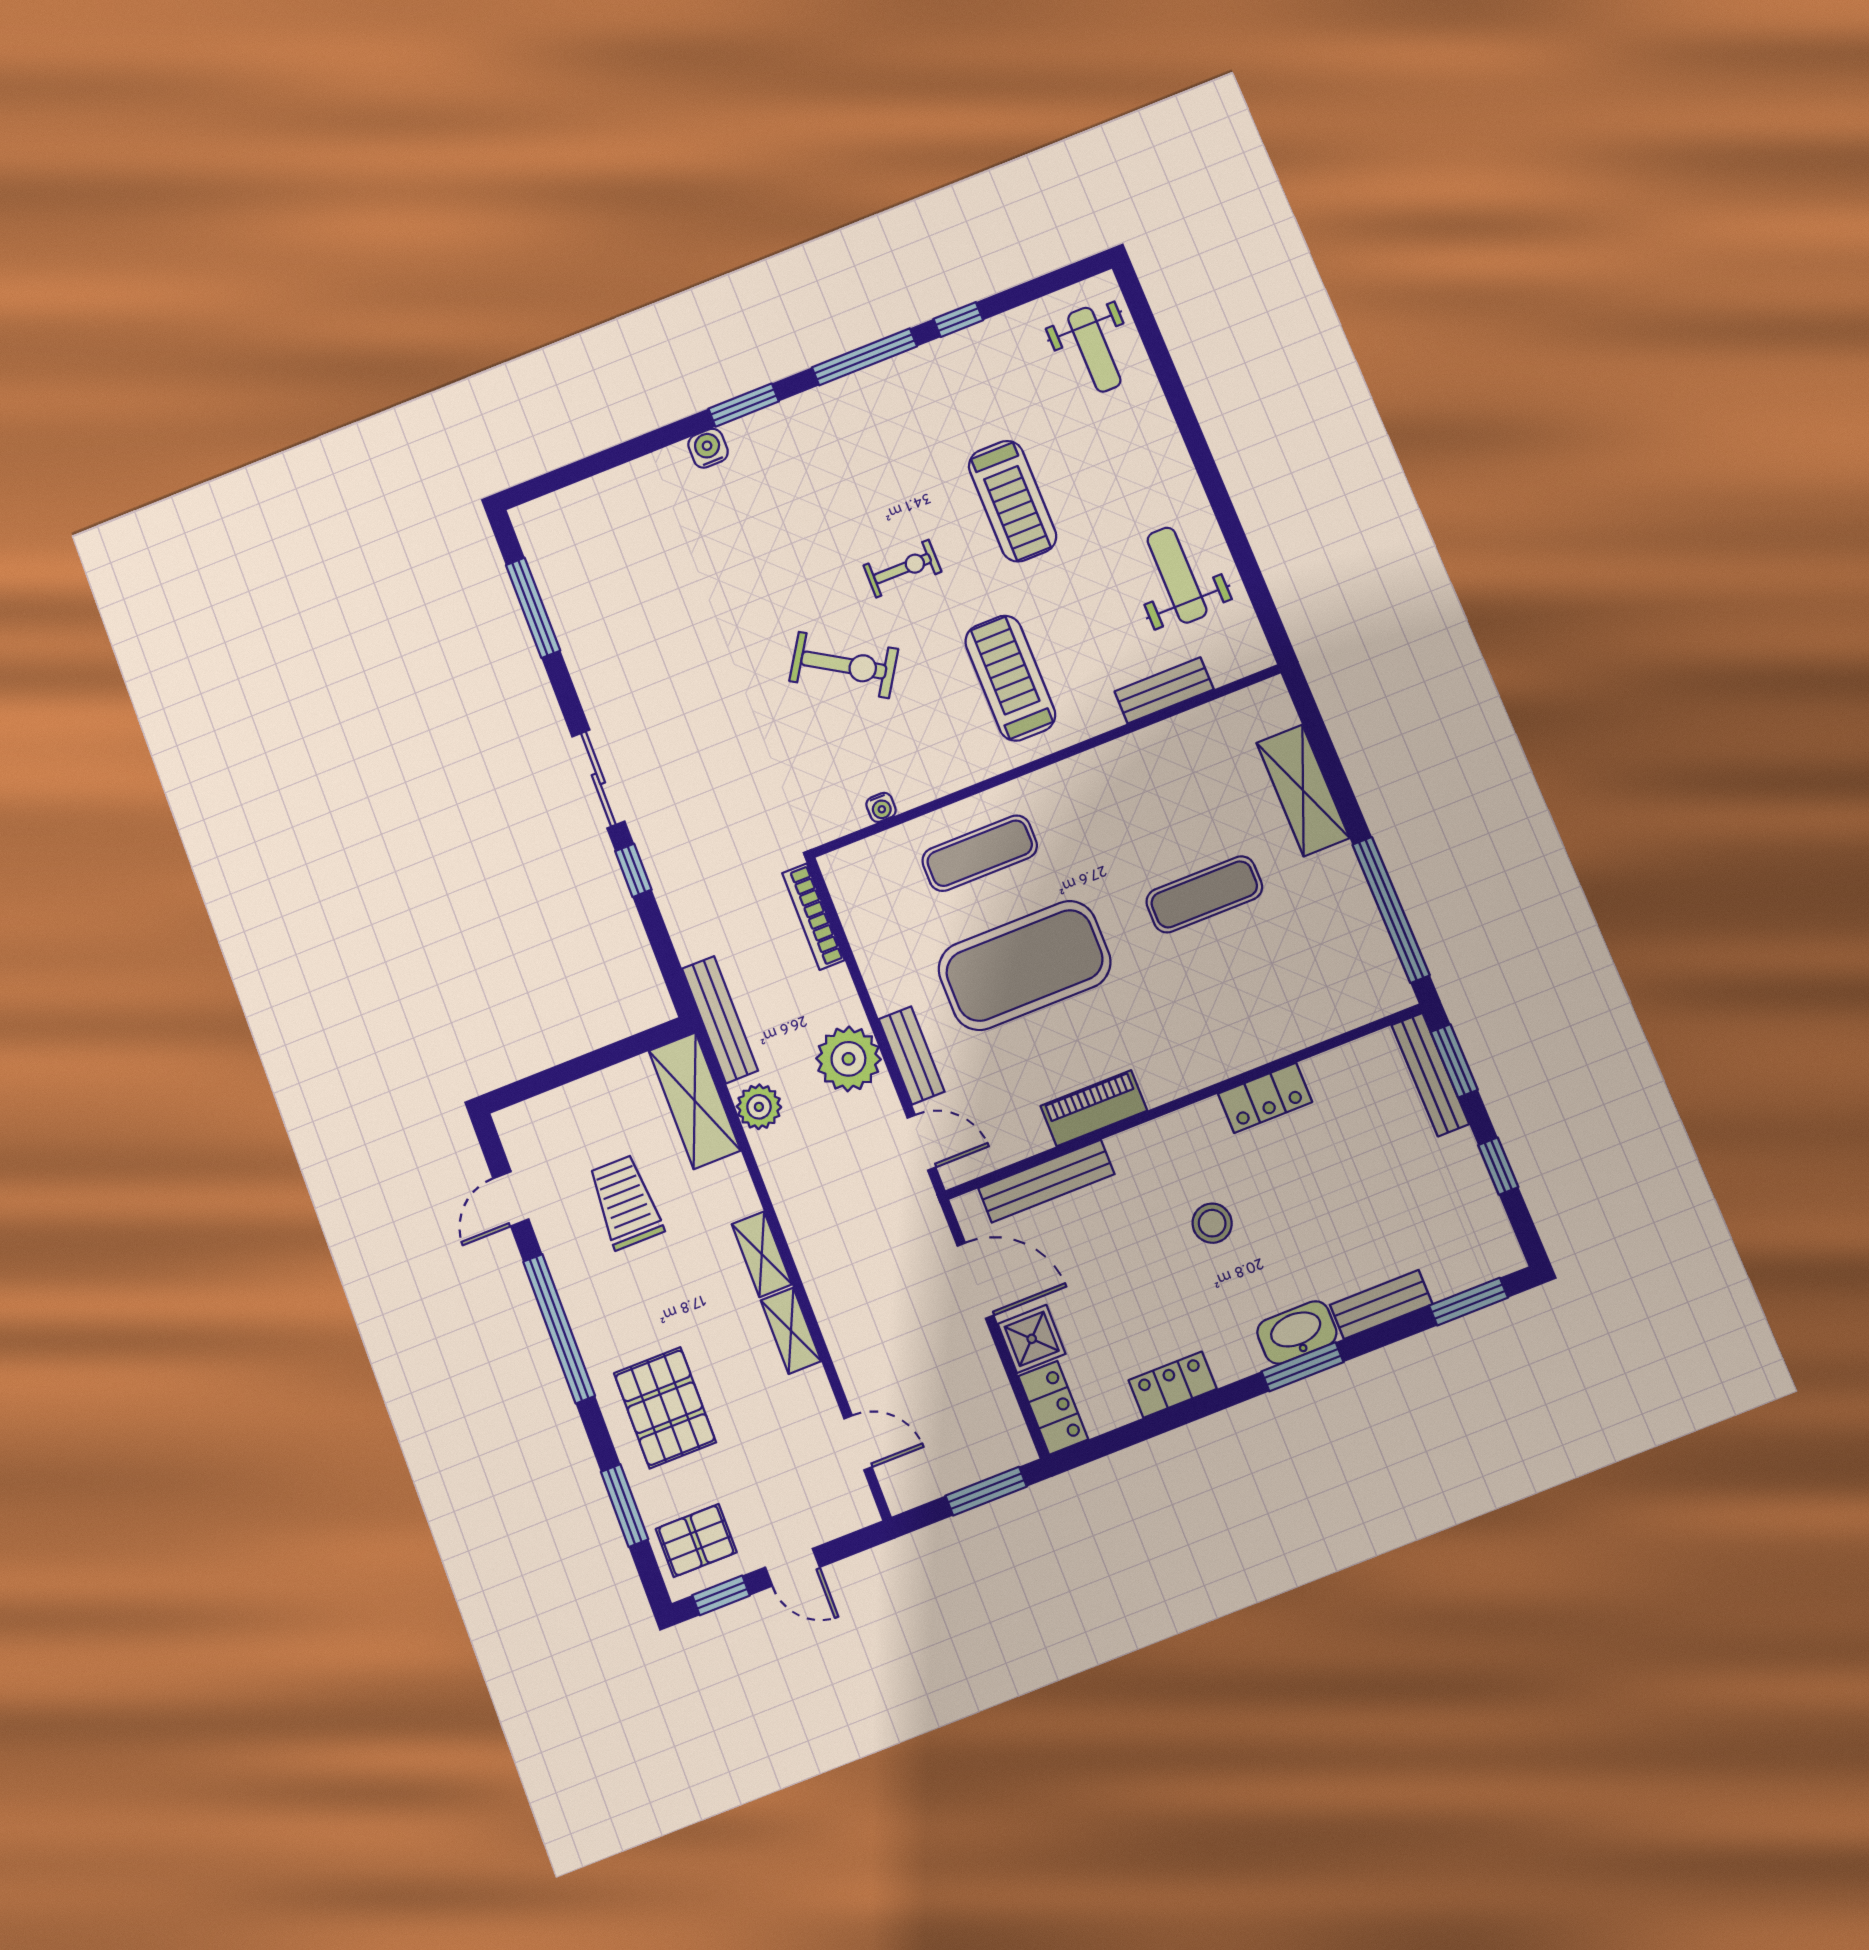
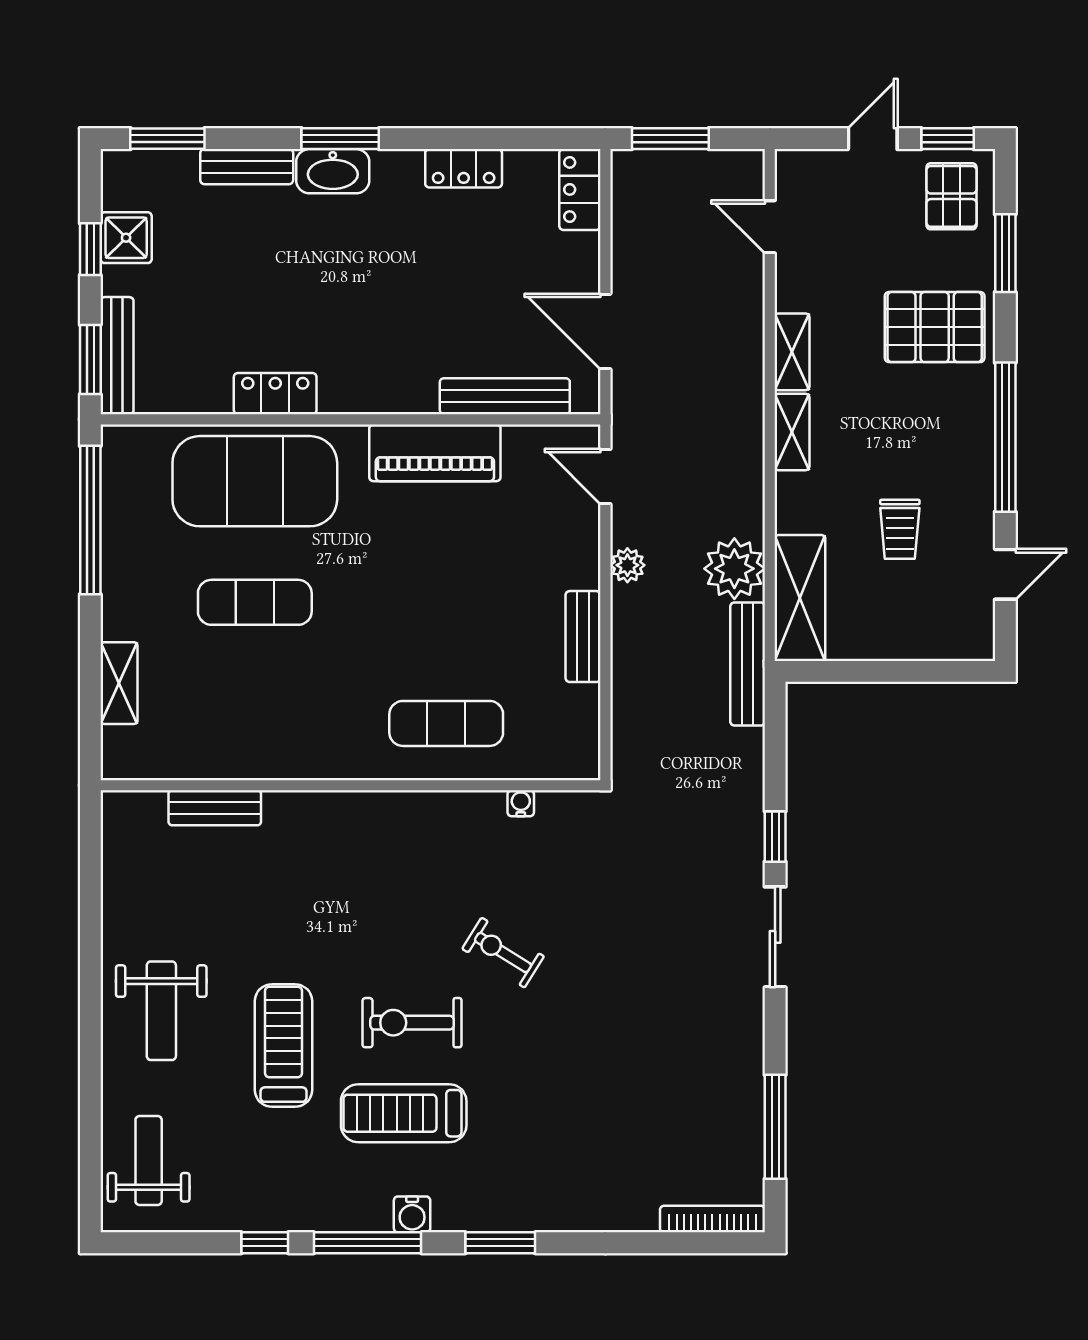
water cooler: (708, 448) -> (412, 1214), moved
exercise bike: (902, 569) -> (412, 1023), width x1.38, depth x1.39
weight bench: (1177, 575) -> (161, 1011), moved
exercise bike: (844, 665) -> (503, 953), width x0.73, depth x0.72
treadmill: (1010, 678) -> (404, 1113), moved, turned 90
shelving: (1303, 790) -> (119, 683), width x0.67, depth x0.75
bookcase: (813, 917) -> (712, 1219), moved, turned -90
exercise mat: (1024, 965) -> (255, 481), moved
bench: (912, 1055) -> (583, 637), moved
plant: (848, 1059) -> (627, 565), width x0.53, depth x0.53
plant: (759, 1107) -> (734, 569), width x1.36, depth x1.36
piano: (1094, 1108) -> (435, 453), width x1.37, depth x1.33
trolley: (626, 1202) -> (900, 529), width x0.73, depth x0.72
stool: (1212, 1223) -> (369, 299), removed
shower: (1032, 1339) -> (126, 238), moved
pallet: (665, 1408) -> (935, 327), turned 90
pallet: (696, 1541) -> (952, 196), turned 90
door: (792, 1567) -> (873, 139), hinge flipped

